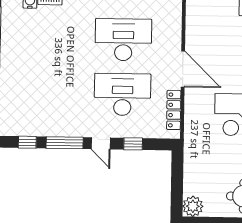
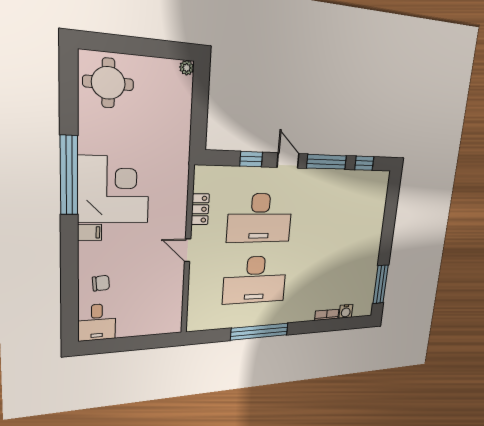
door: (183, 69) -> (188, 250), width x0.53
locker: (174, 110) -> (200, 209), width x0.66
plant: (193, 206) -> (187, 68), width x0.53, depth x0.53

